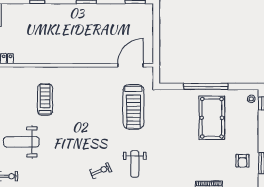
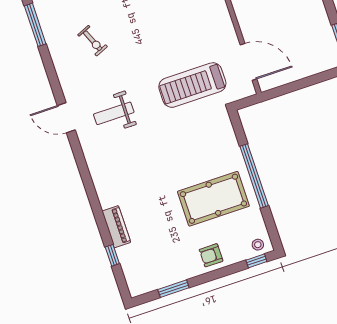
armchair: (243, 161) -> (211, 255), moved
exercise bike: (101, 171) -> (93, 41), moved

